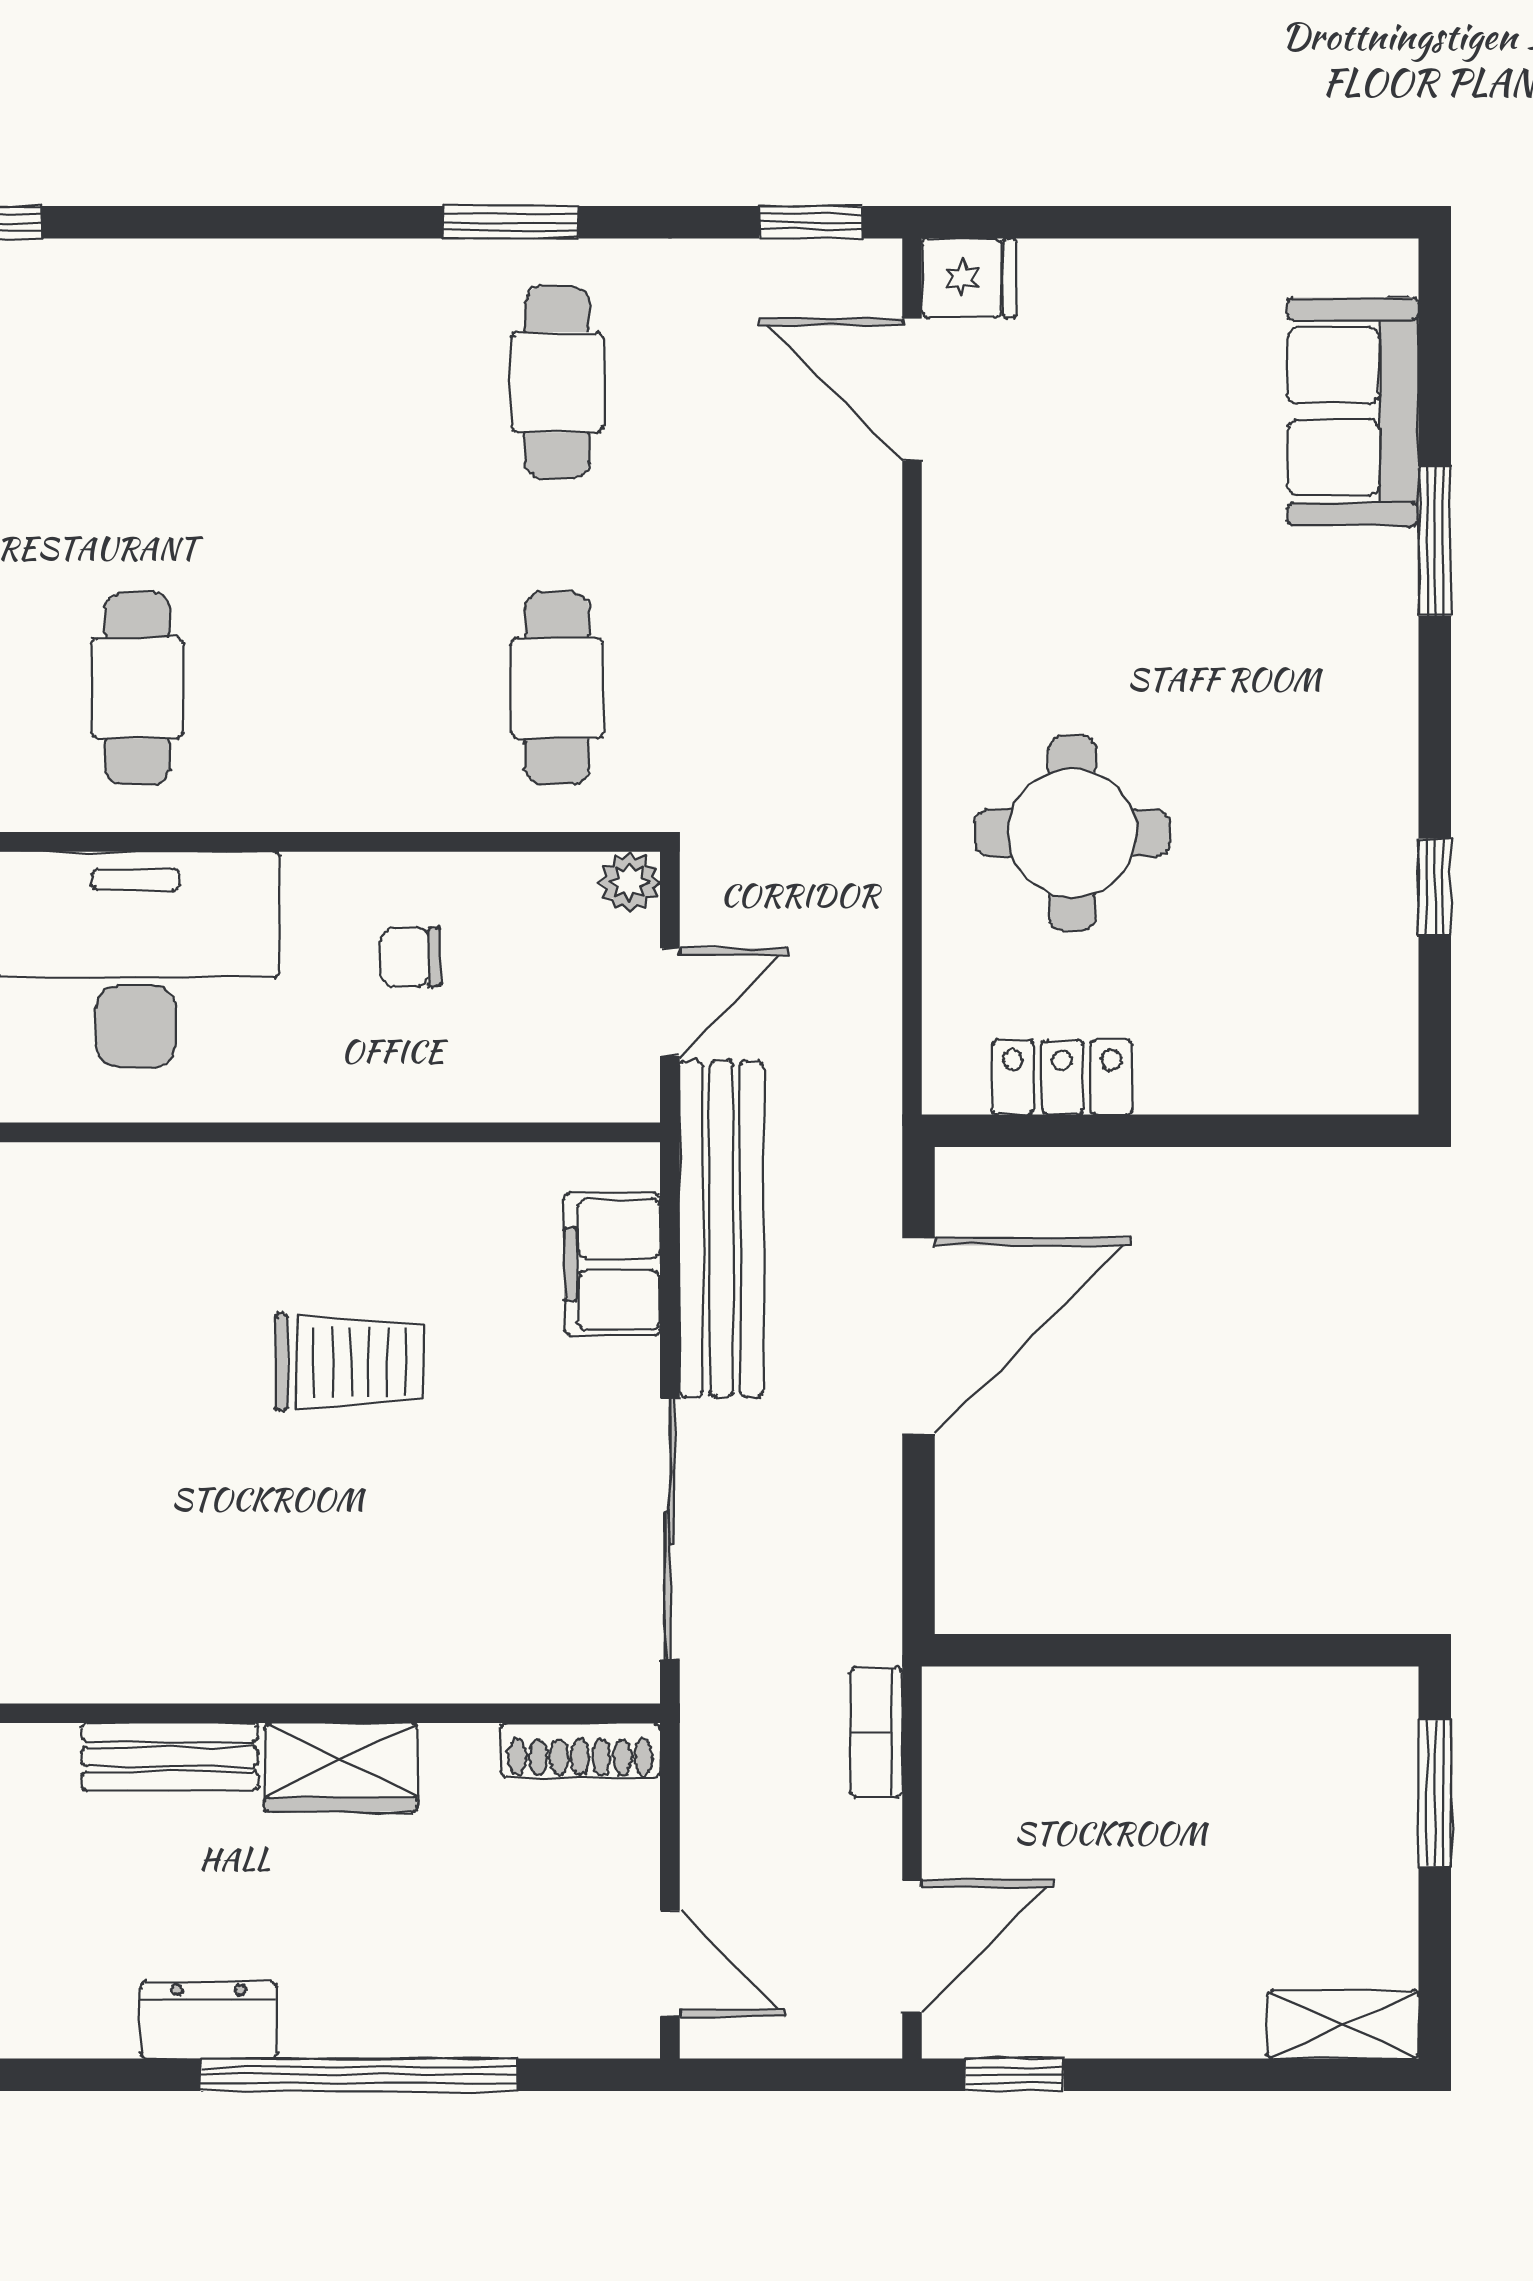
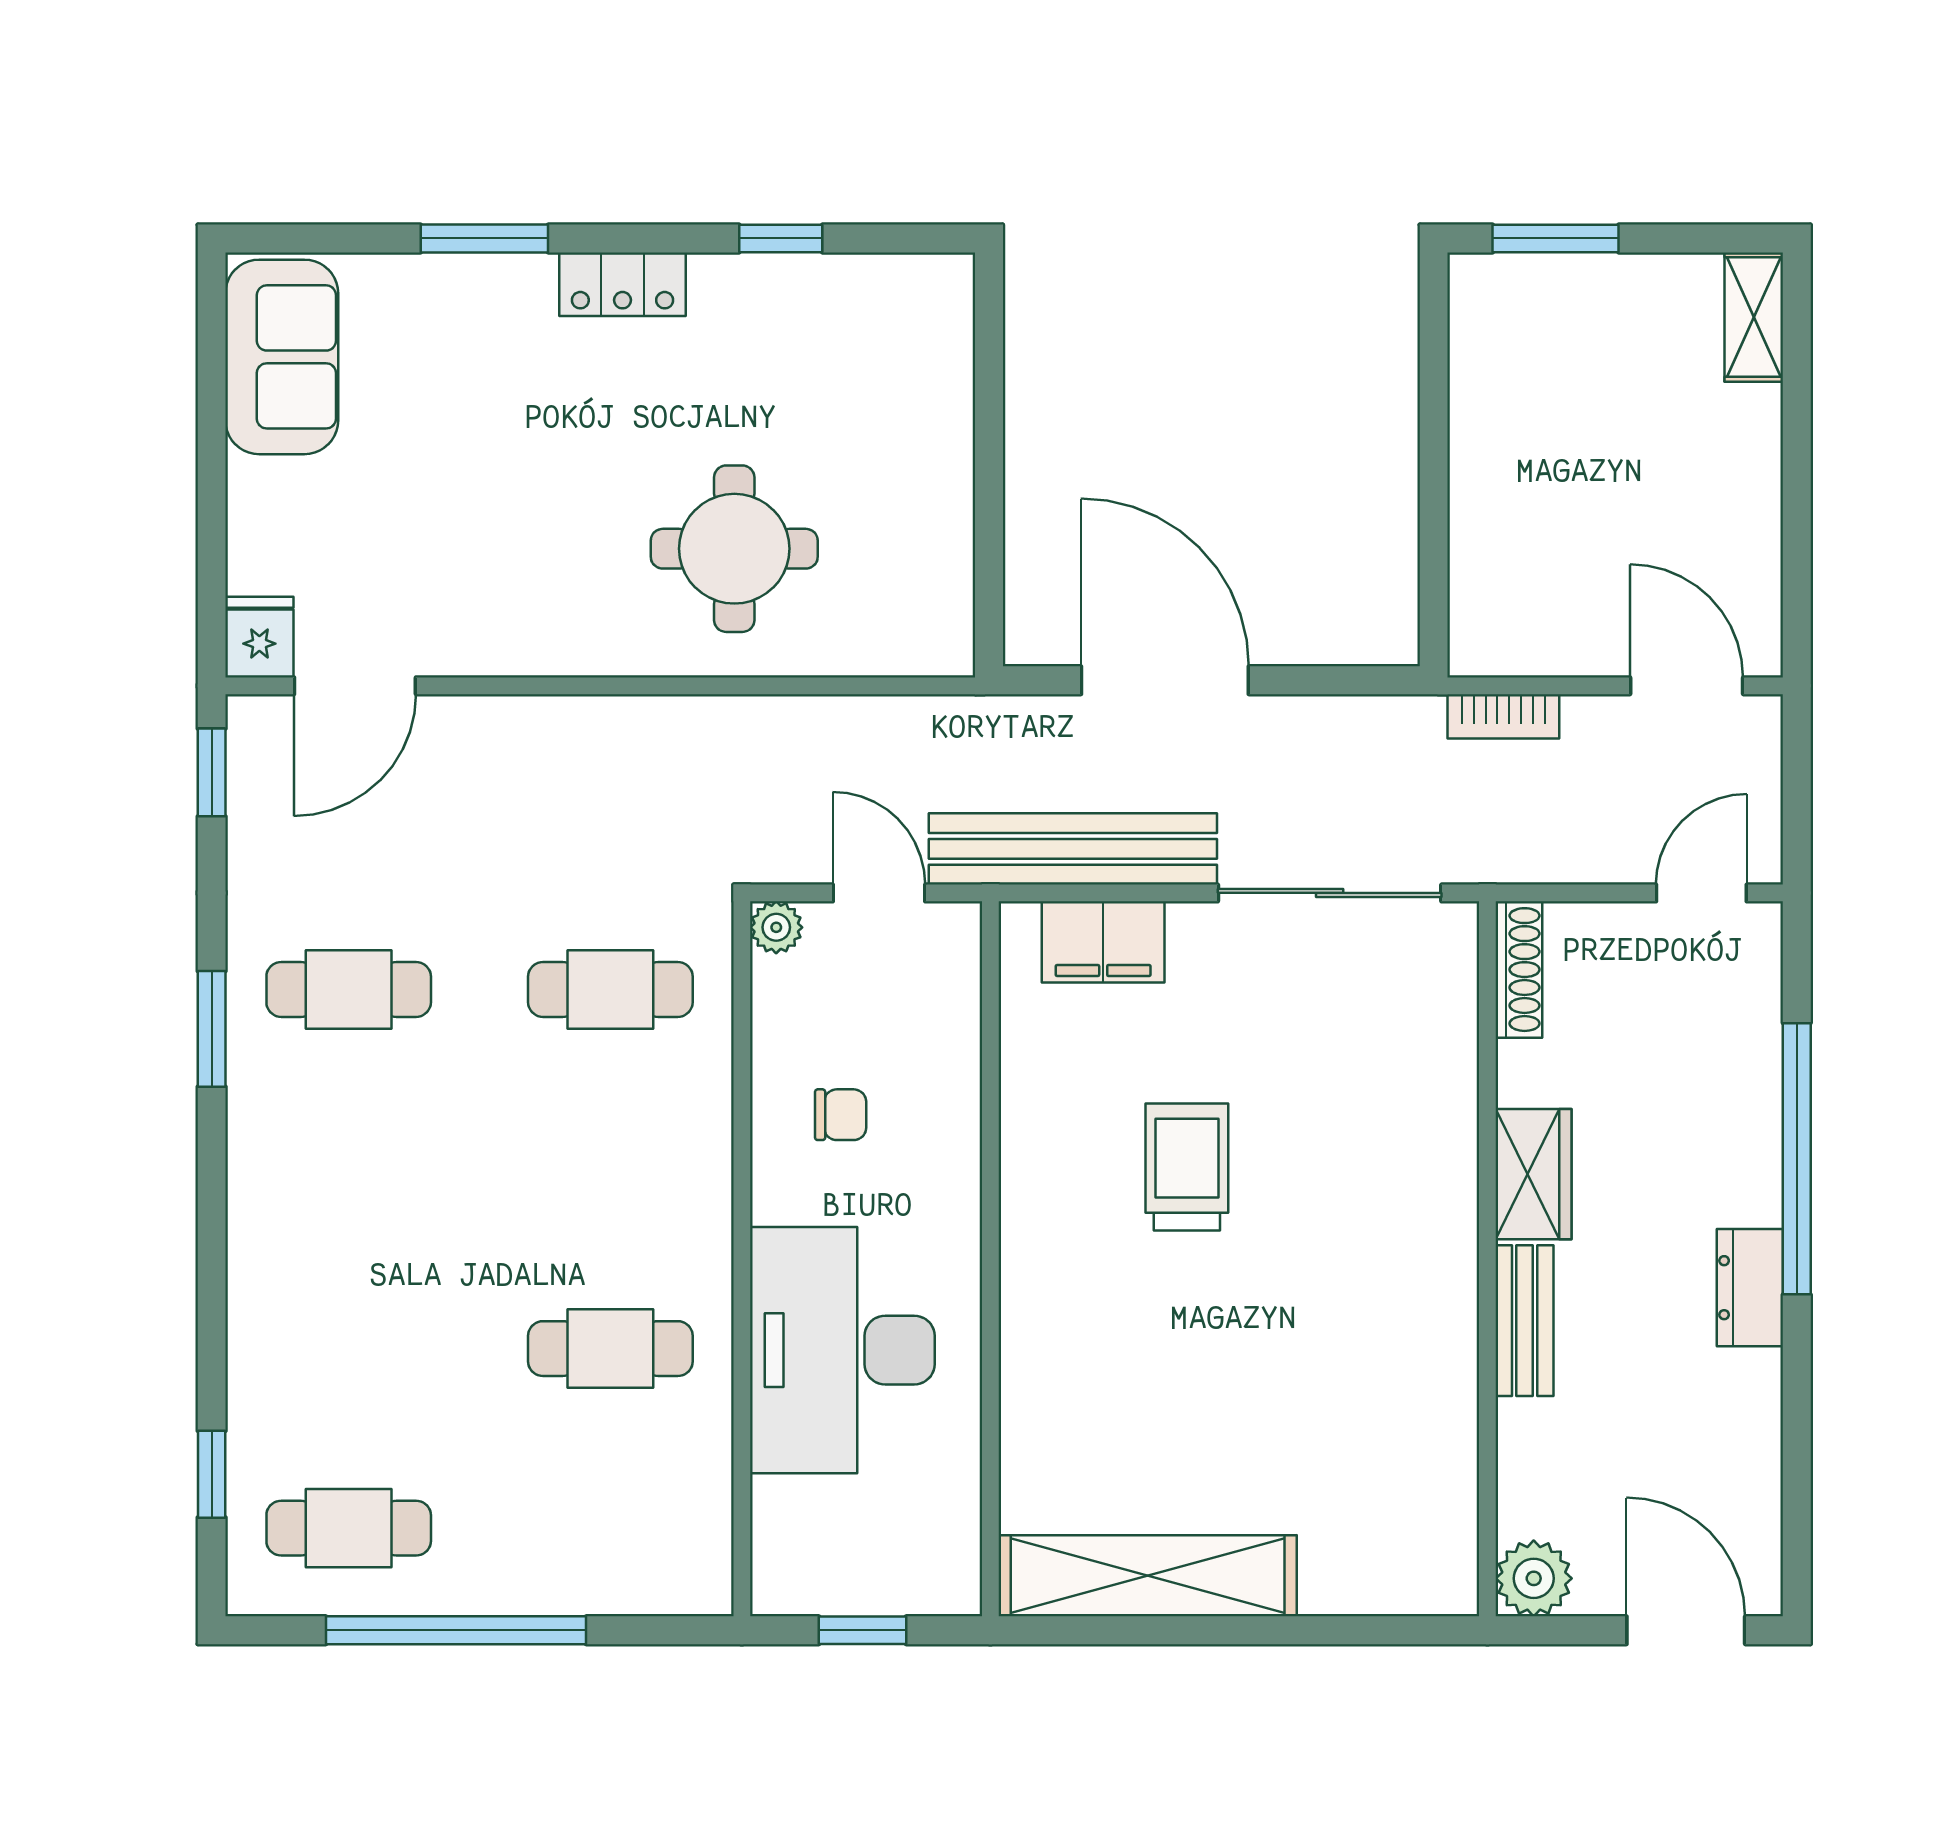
sofa: (1353, 411) -> (282, 357), moved, turned -90
chair: (411, 957) -> (841, 1115), turned -90
locker: (1062, 1077) -> (622, 284), moved, turned -90
window: (1014, 2075) -> (1797, 598), removed

